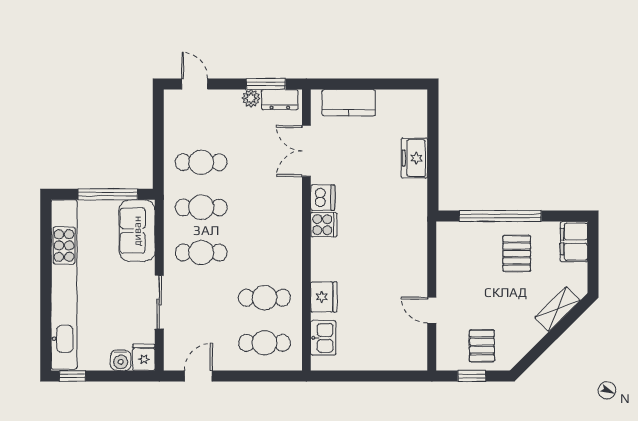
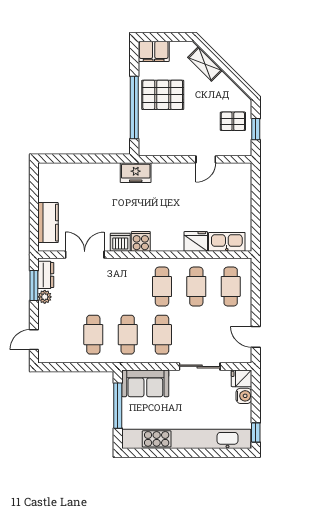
double door: (306, 151) -> (85, 255), swing flipped
freezer: (414, 158) -> (136, 173), moved
cafe table: (264, 253) -> (162, 287), added
pallet: (517, 253) -> (163, 95), width x1.50, depth x1.42
kitchen sink: (323, 338) -> (227, 242), width x1.38

